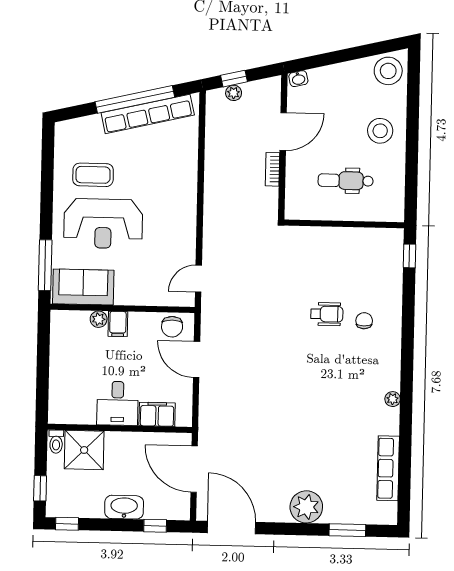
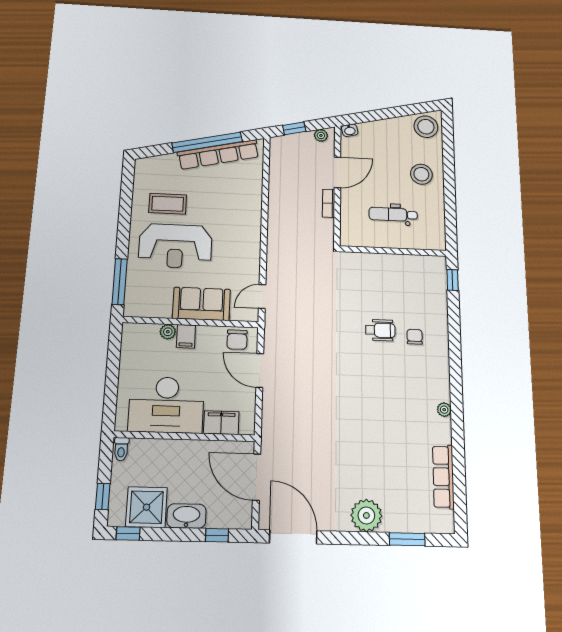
plant: (234, 93) -> (321, 135), moved
sofa: (83, 287) -> (201, 304), moved
desk: (118, 403) -> (166, 405), width x1.87, depth x1.30
shower: (84, 450) -> (146, 507), moved

